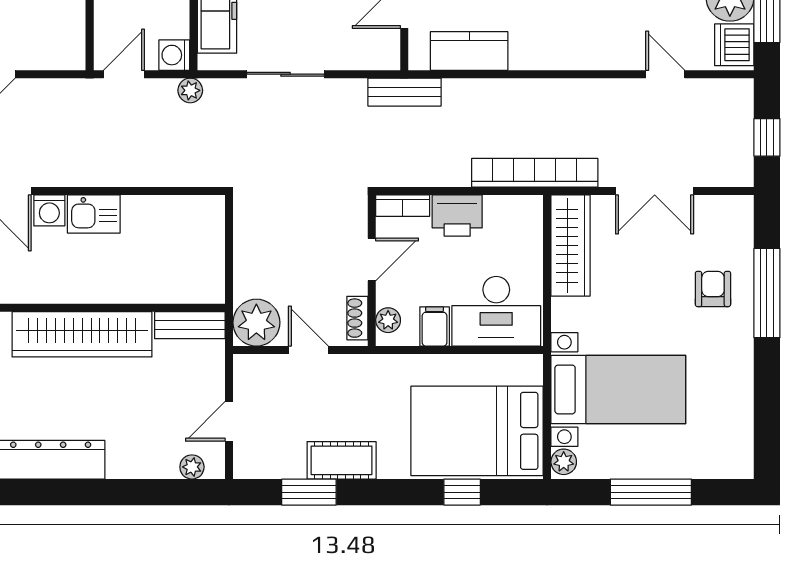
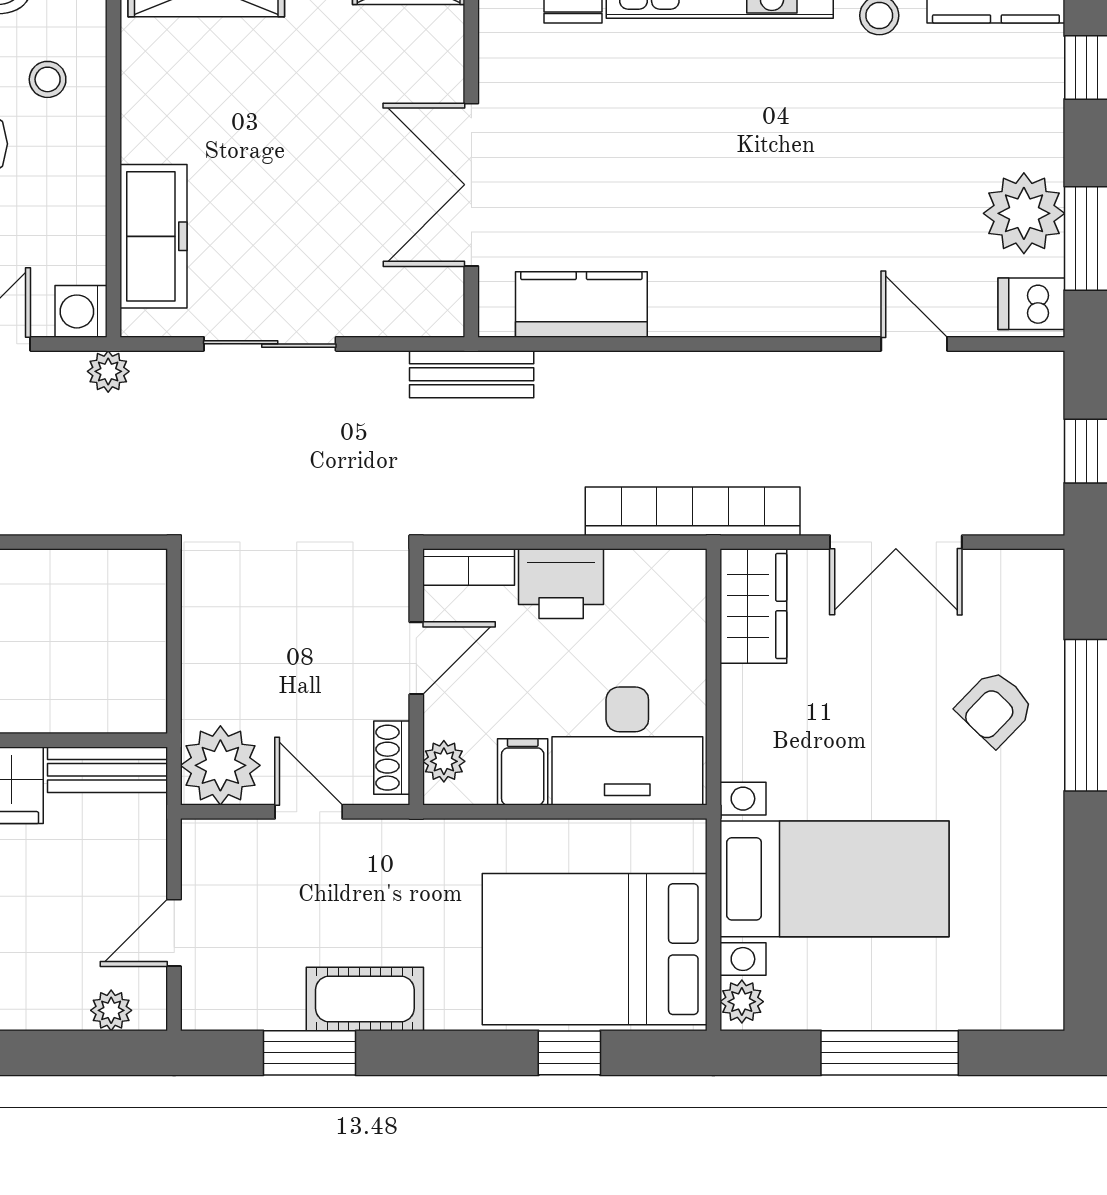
dishwasher: (734, 45) -> (1031, 304), width x0.73
wardrobe: (570, 246) -> (753, 606), width x0.67
armchair: (713, 289) -> (995, 708), turned -136

